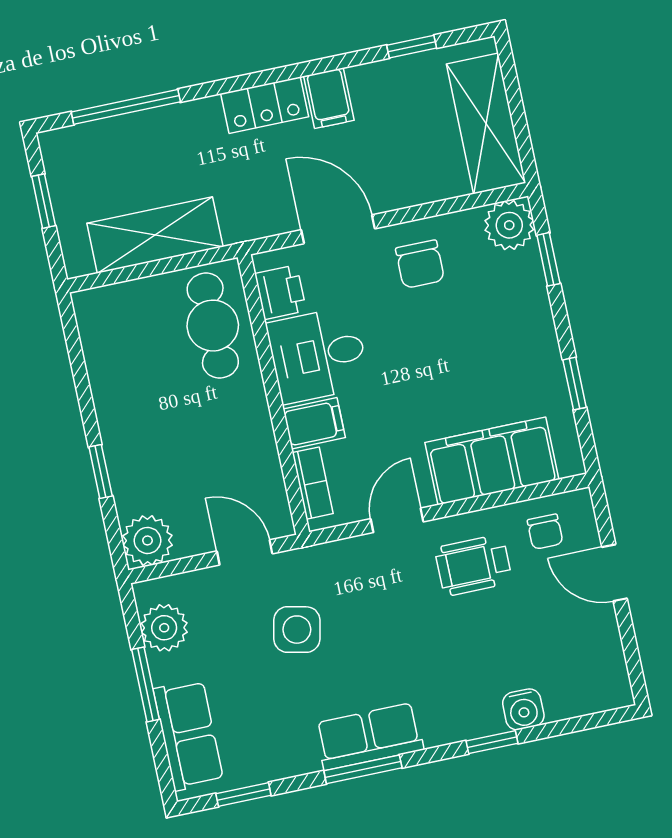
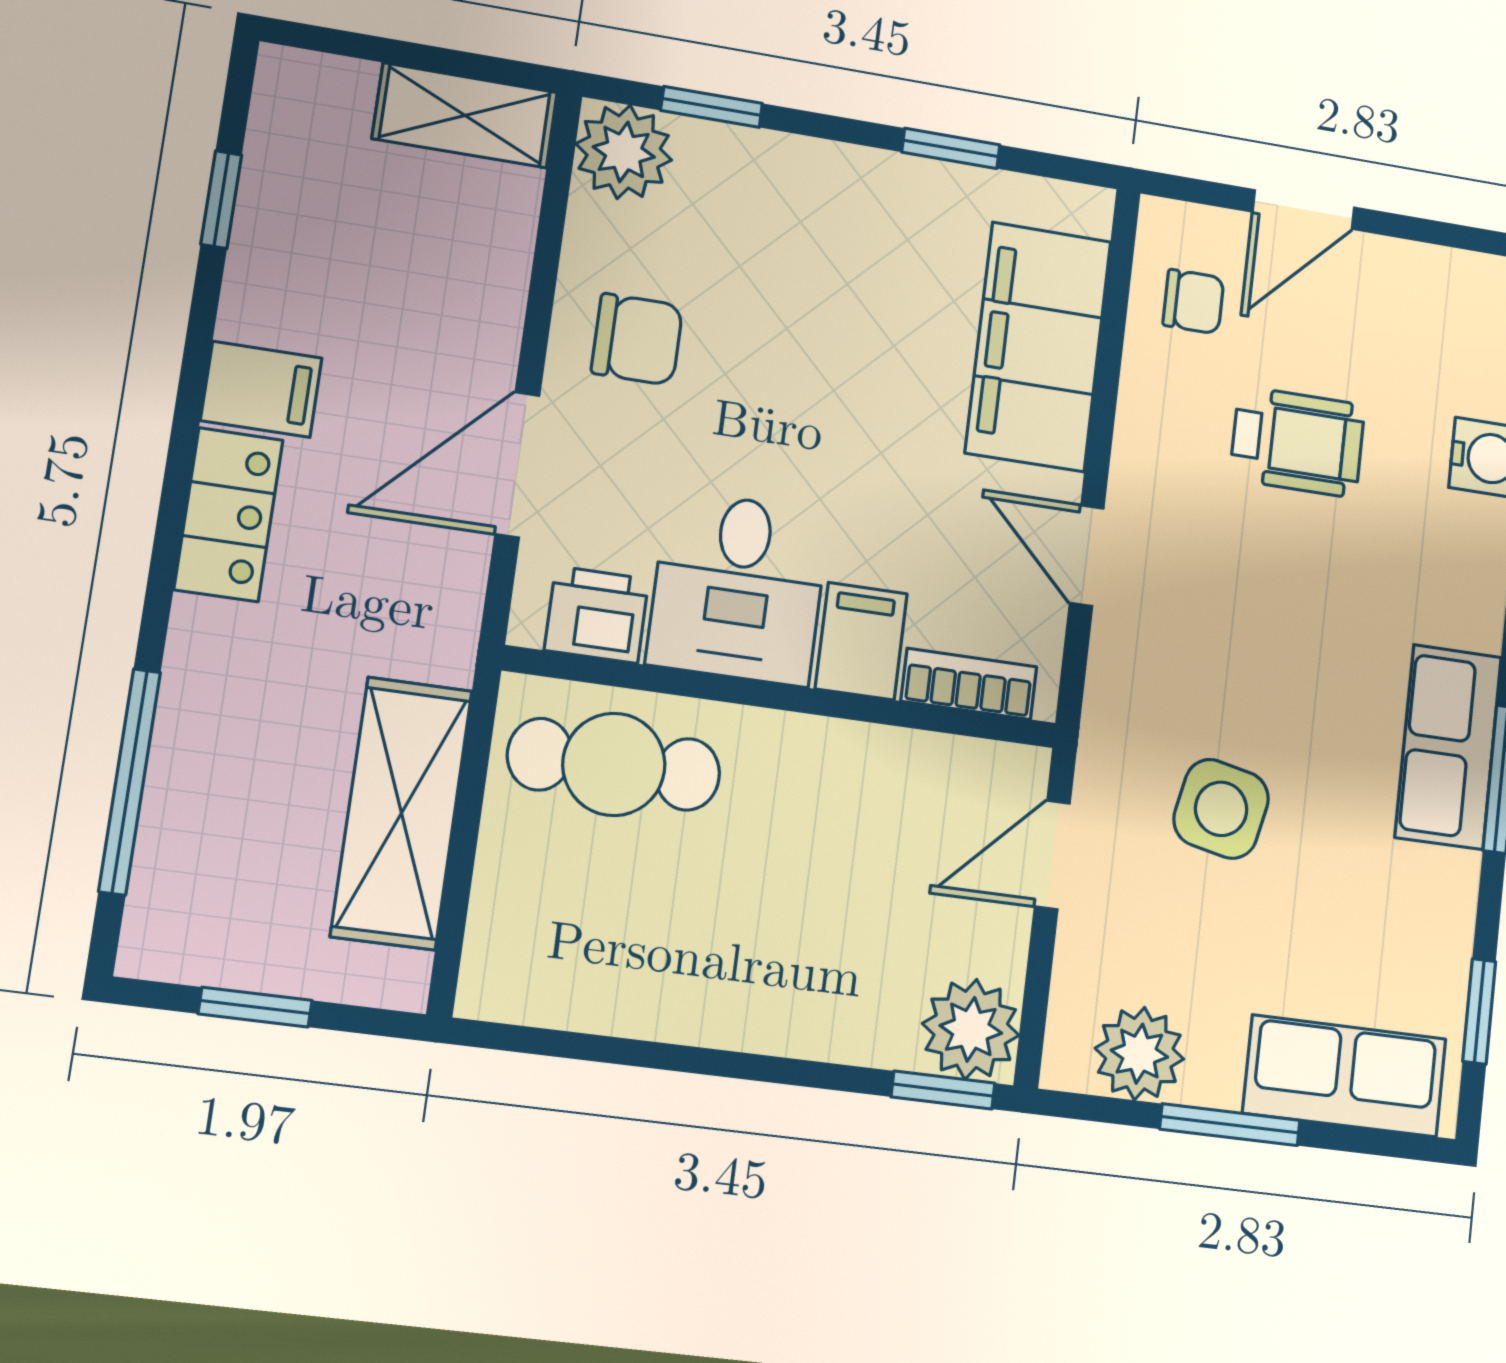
shelving: (486, 124) -> (465, 115), width x0.67, depth x0.75
window: (101, 471) -> (943, 1090), moved
wheelchair: (473, 565) -> (1297, 442), moved, turned -90

